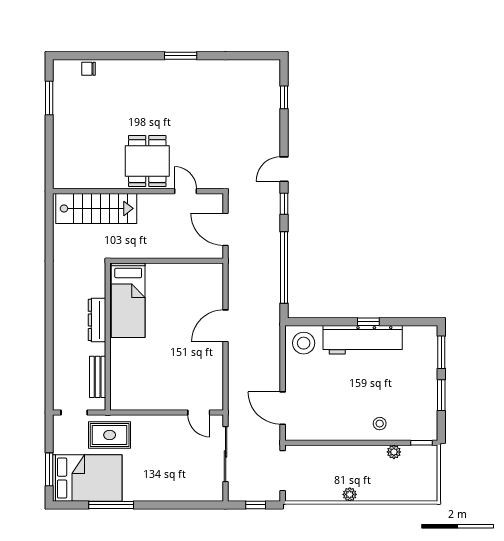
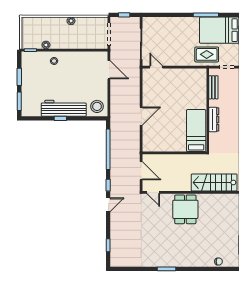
door: (186, 191) -> (153, 192), moved

